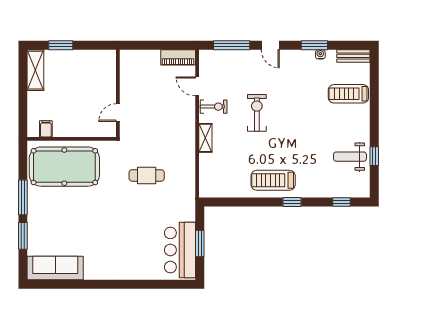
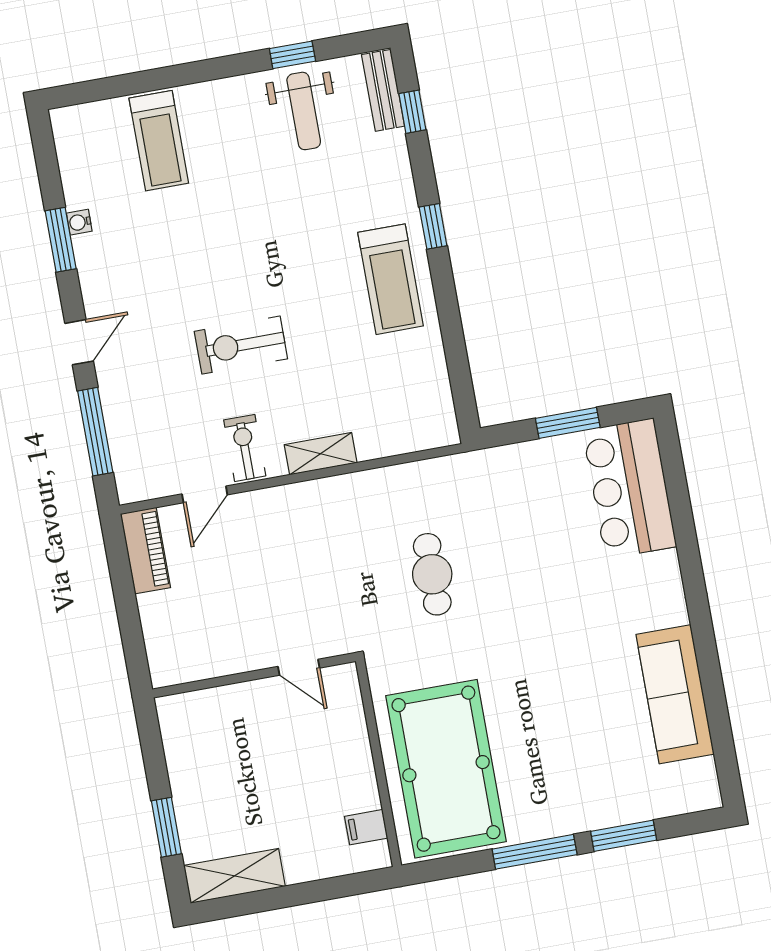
bench: (353, 56) -> (383, 90), moved
bar counter: (180, 250) -> (630, 489), moved, turned 90
sofa: (55, 268) -> (675, 694), moved

